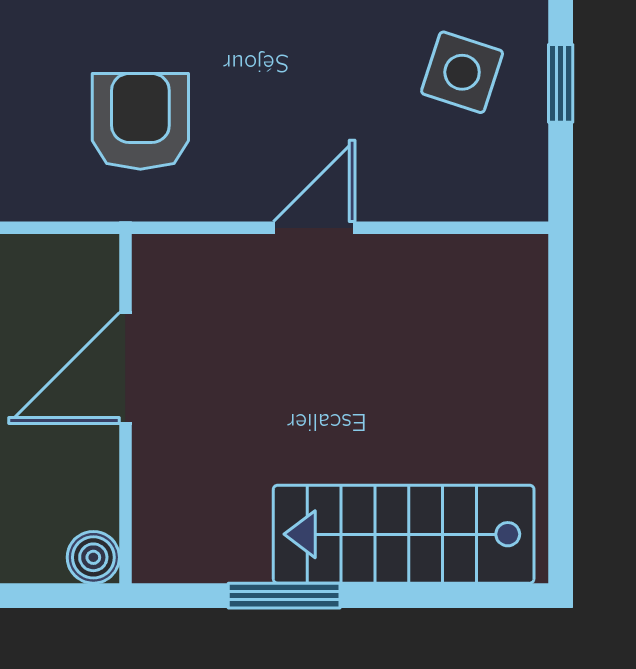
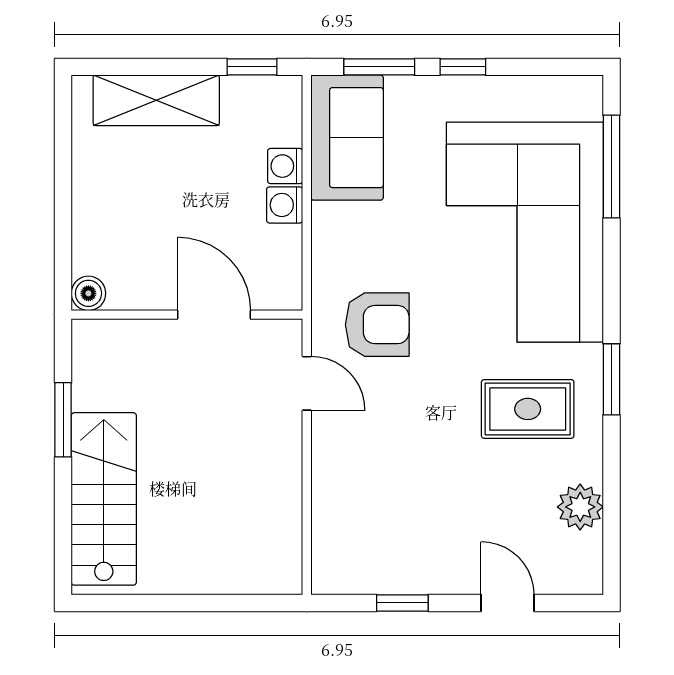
side table: (462, 72) -> (410, 538), removed
door: (314, 228) -> (307, 383), moved

